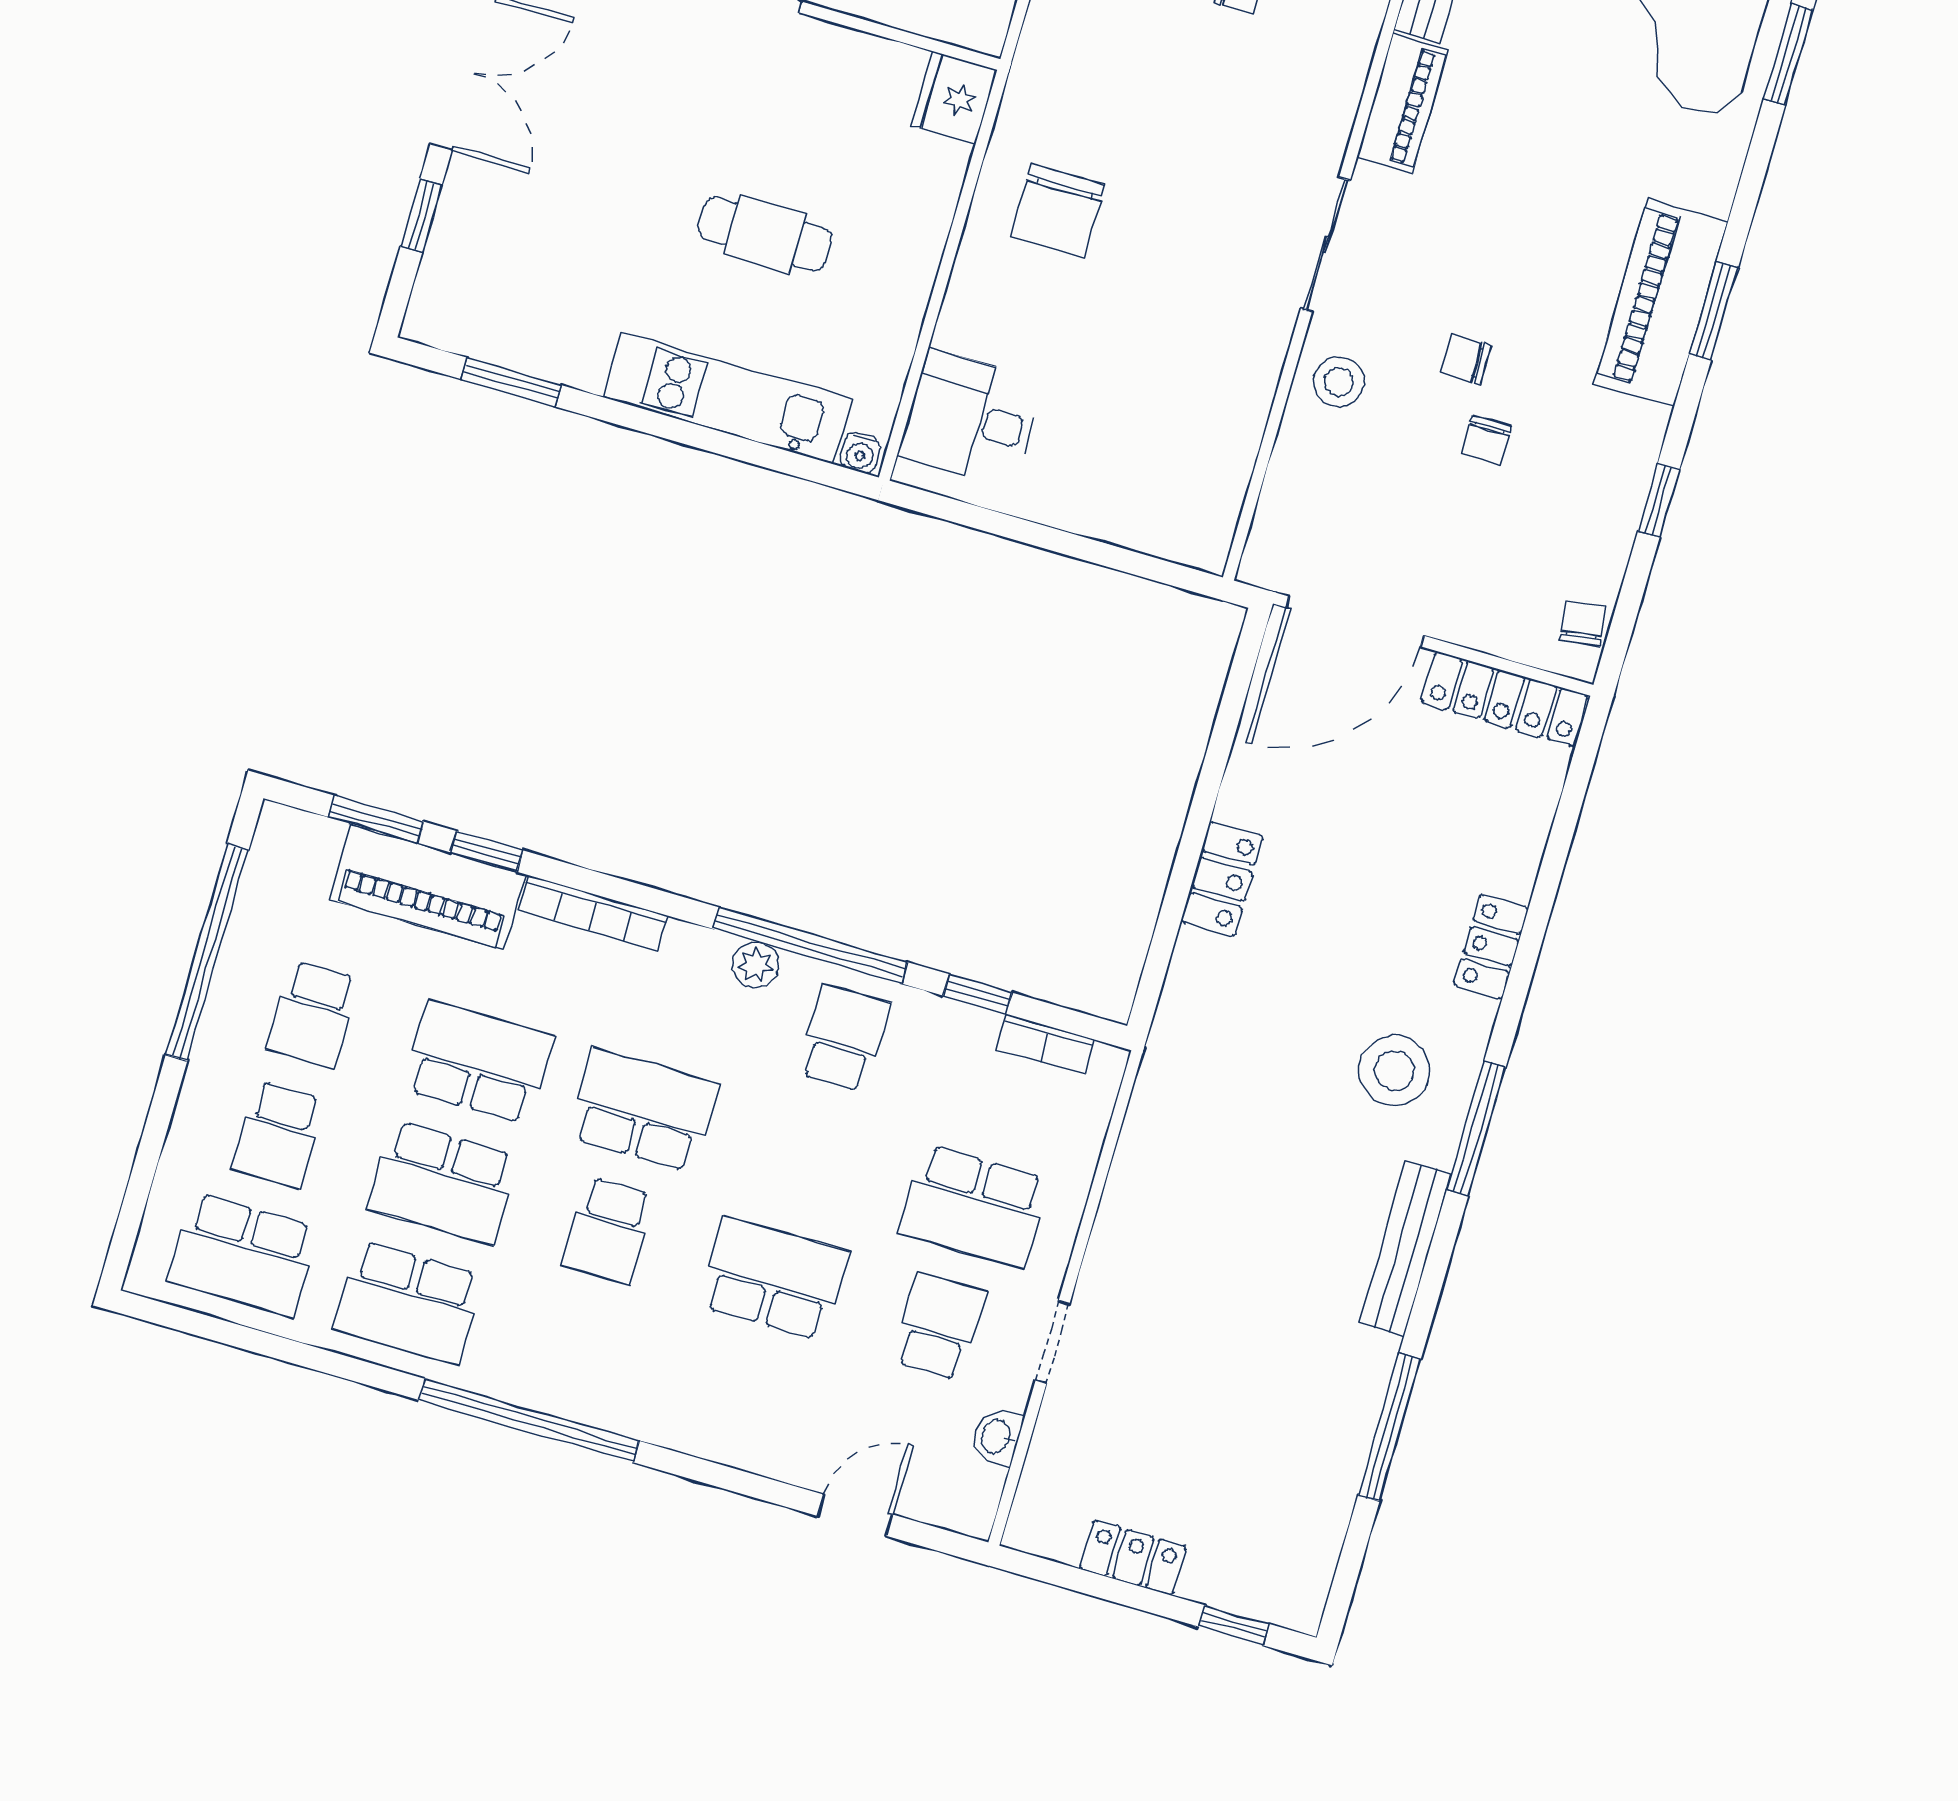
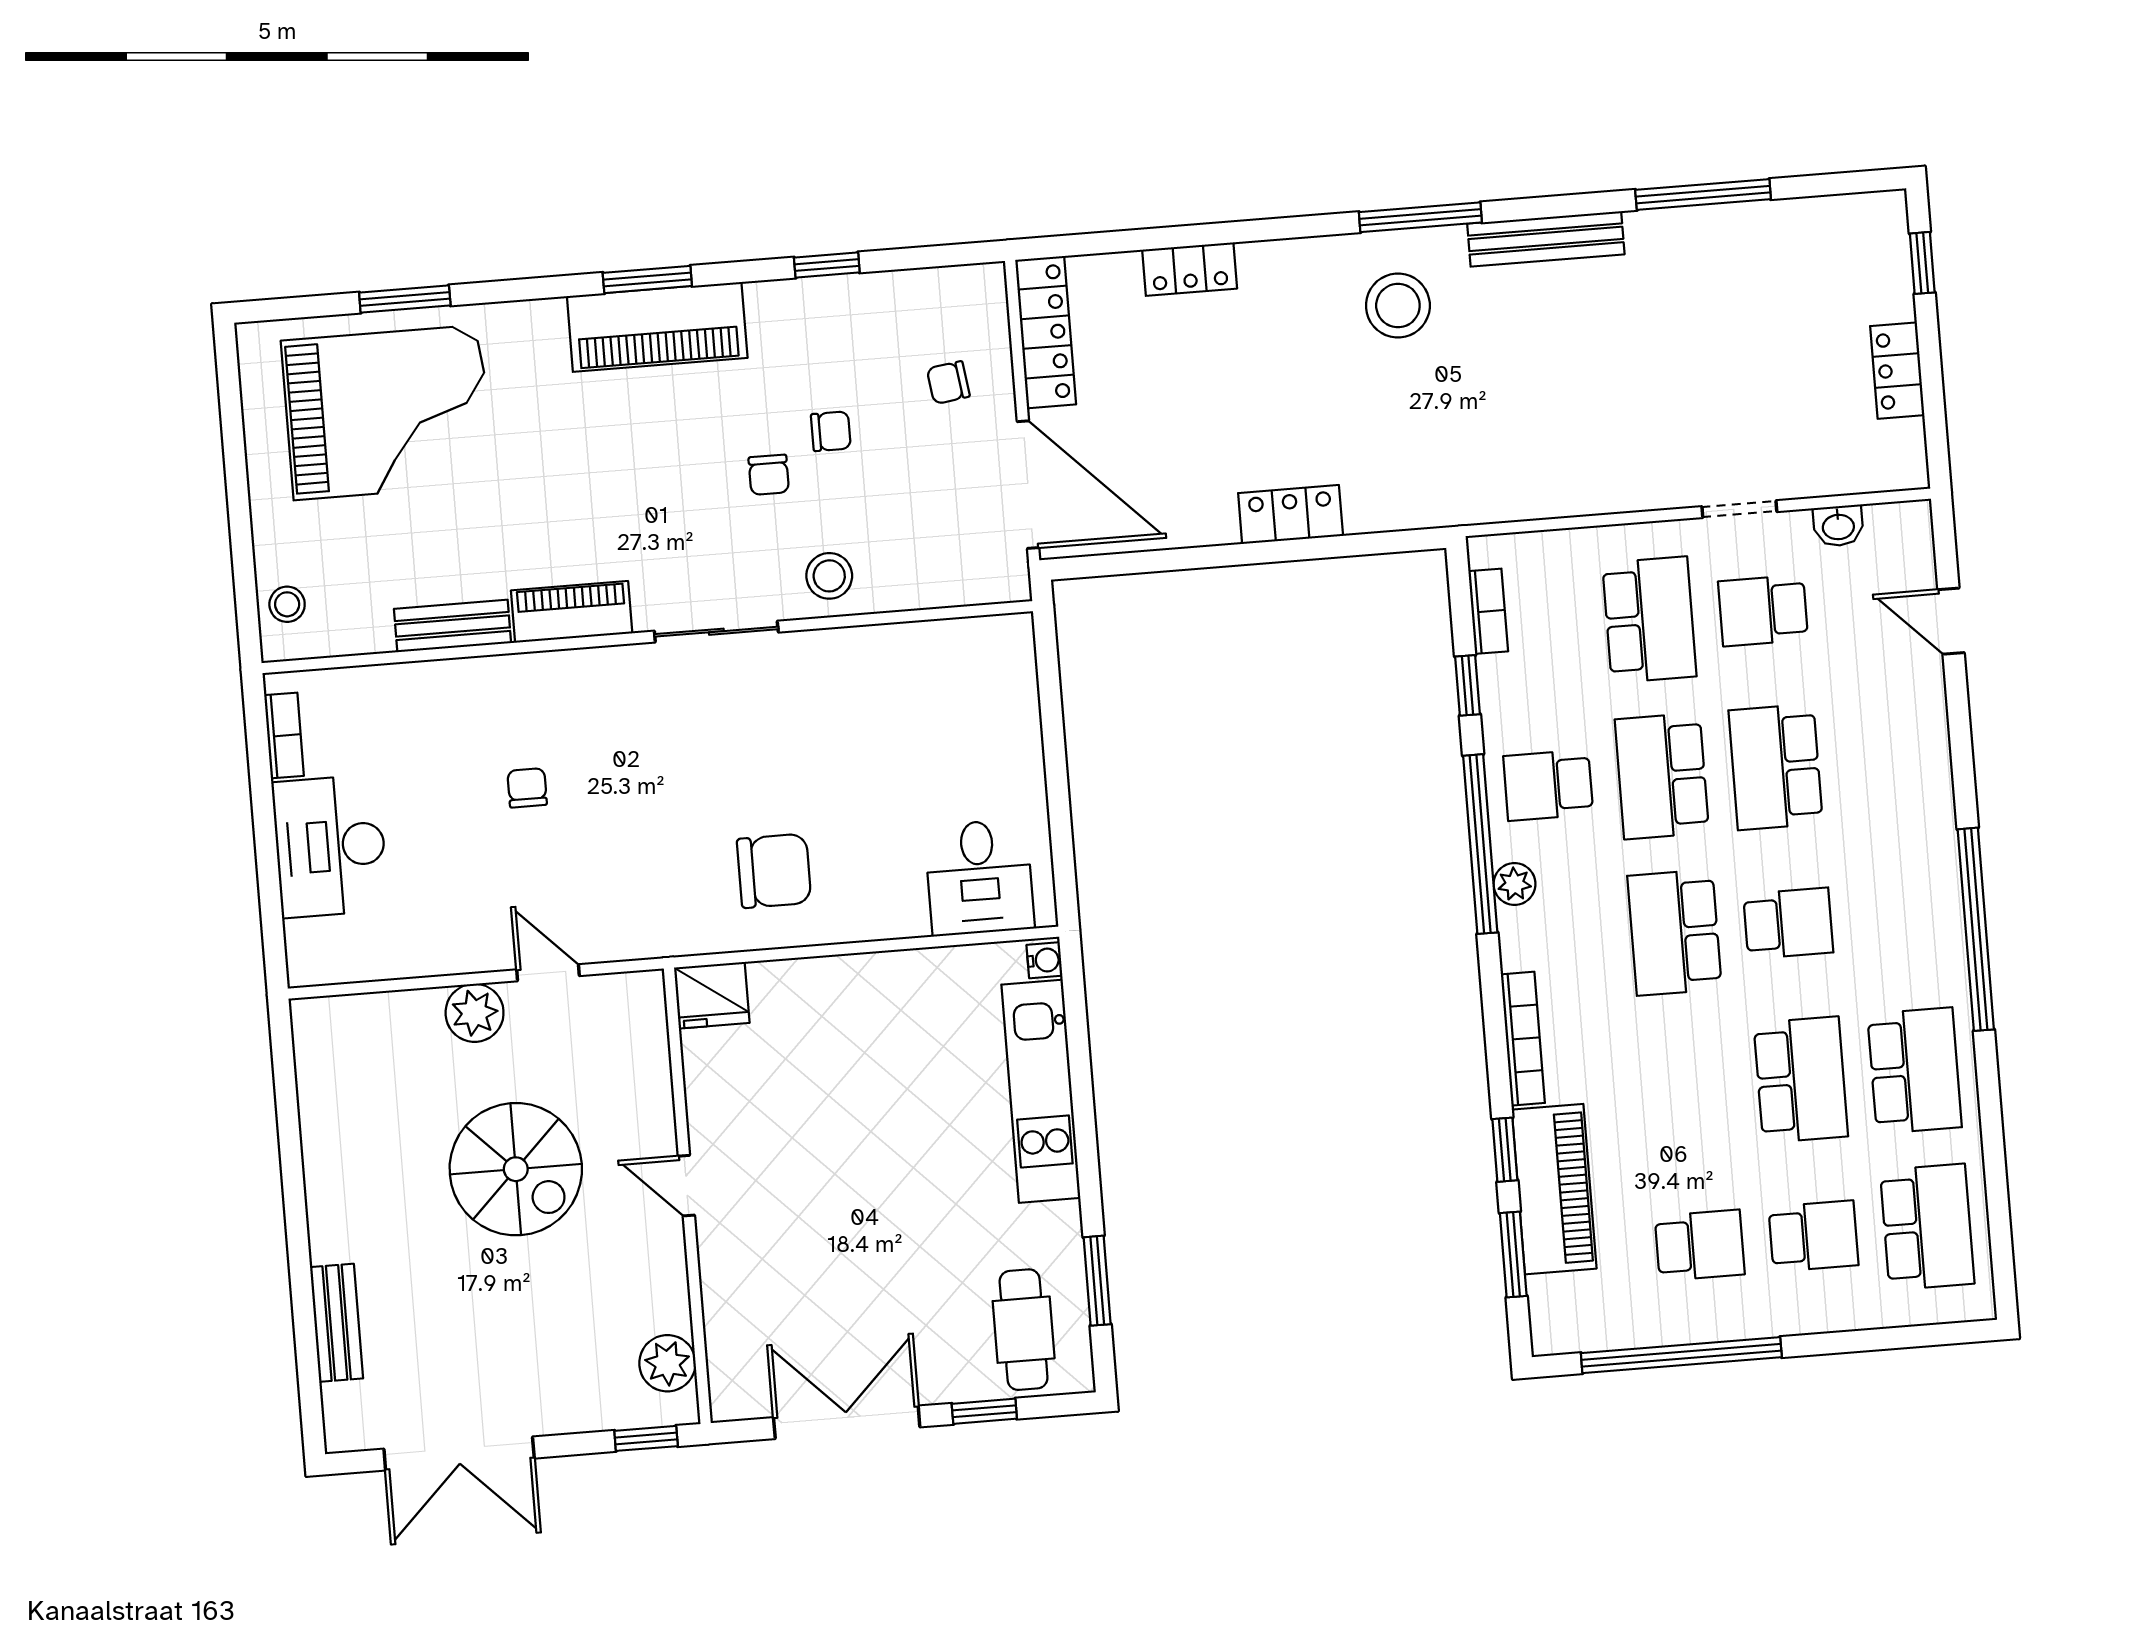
cafe table: (765, 234) -> (1024, 1330), moved
chair: (1583, 623) -> (948, 383), moved
locker: (1491, 946) -> (1190, 269), moved
school desk: (478, 1062) -> (1662, 776), moved

